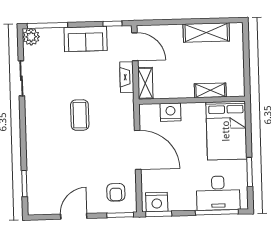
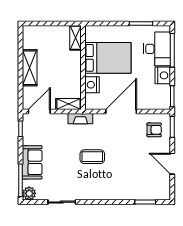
shelving: (206, 32) -> (30, 68), moved
sofa: (86, 39) -> (32, 162), moved
fireplace: (127, 77) -> (80, 119), moved
shelving: (210, 90) -> (76, 38), moved
bed: (226, 131) -> (108, 58), moved
nightstand: (157, 202) -> (163, 75), moved

